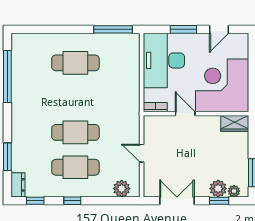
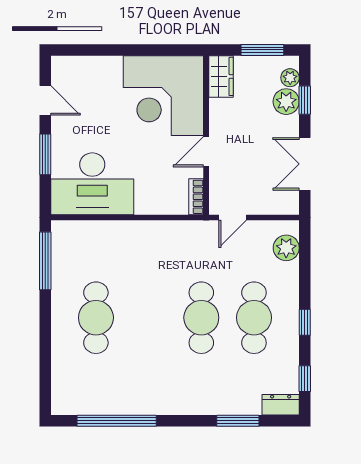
corner desk: (222, 85) -> (163, 96), moved
bookcase: (155, 107) -> (196, 197), moved
door: (185, 114) -> (206, 152), moved
wall: (196, 114) -> (206, 135), moved
wardrobe: (235, 123) -> (221, 76), moved

